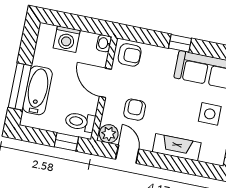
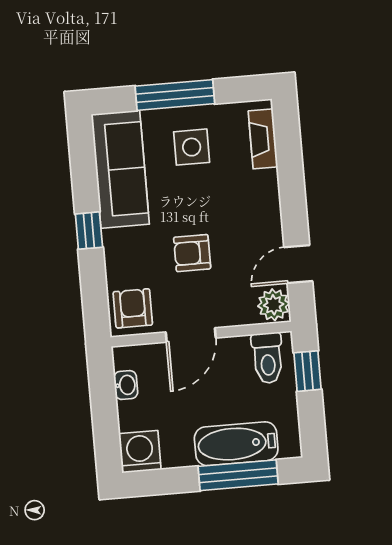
washing machine: (67, 39) -> (140, 452), moved, turned -90
washbasin: (104, 43) -> (126, 385), moved, turned -90
armchair: (135, 110) -> (192, 253), moved
fireplace: (177, 147) -> (263, 139), moved, width x0.73, depth x0.76

